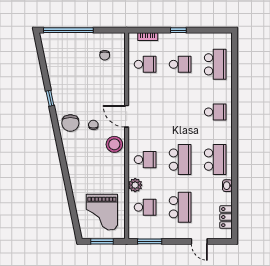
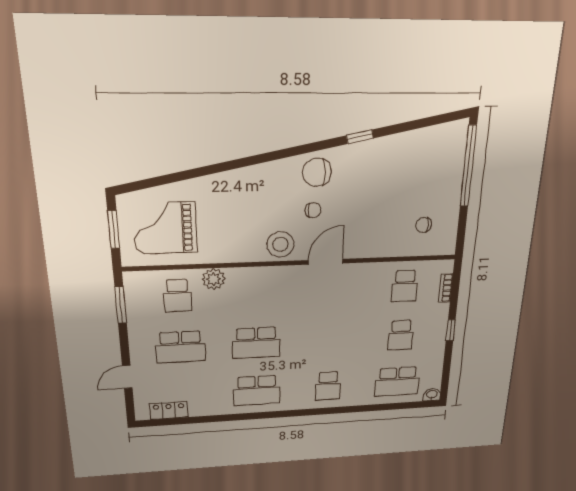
school desk: (145, 160) -> (256, 292), removed
washbasin: (227, 186) -> (432, 395), moved

